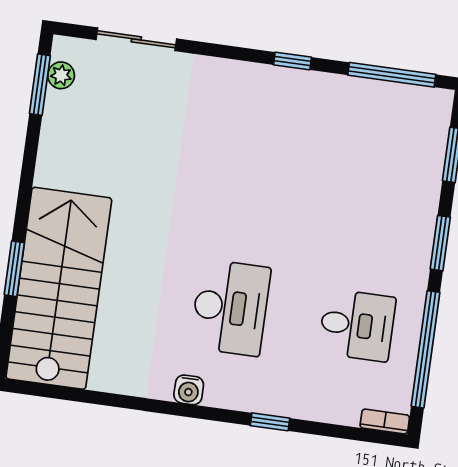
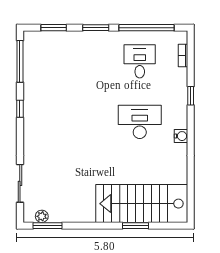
bookcase: (385, 422) -> (183, 55), moved

